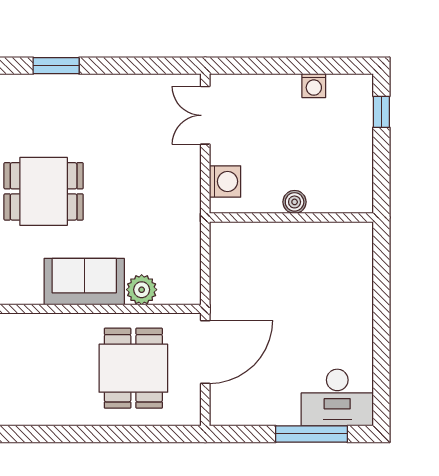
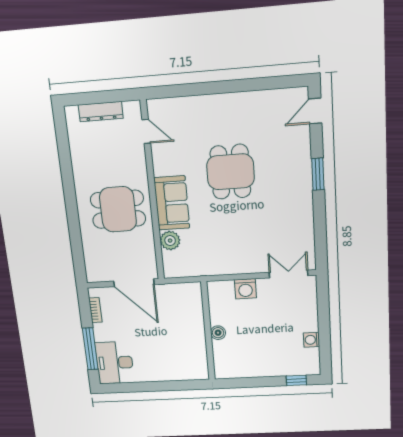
boiler: (295, 202) -> (218, 333), moved
wall: (291, 218) -> (208, 331), moved
dining table: (133, 368) -> (118, 209), moved
bookcase: (247, 418) -> (95, 310), added

